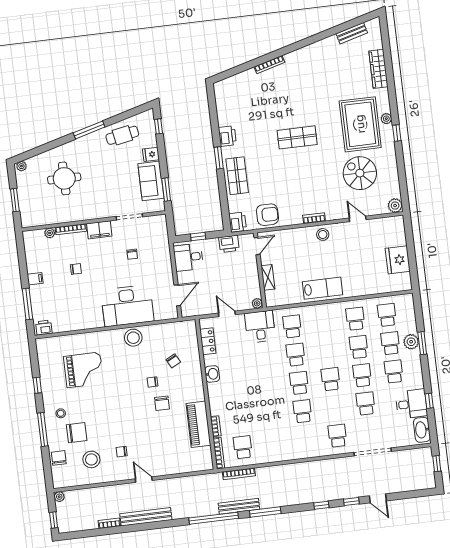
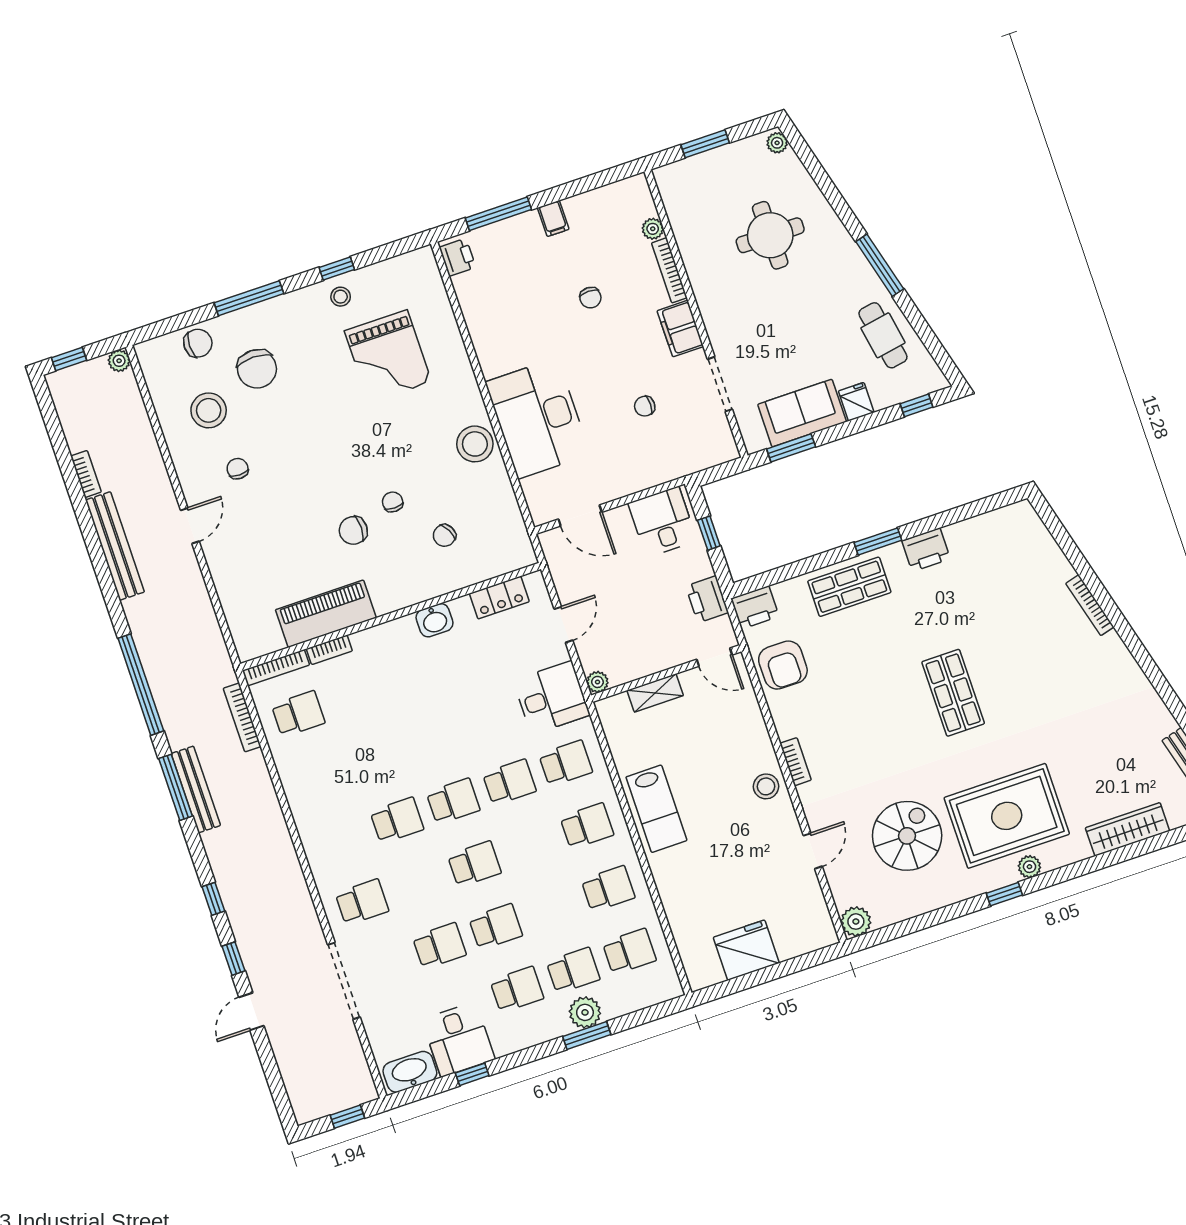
school desk: (359, 347) -> (587, 826), moved
stool: (61, 413) -> (341, 297), moved
bench: (239, 506) -> (196, 789), moved

